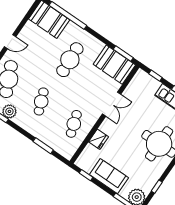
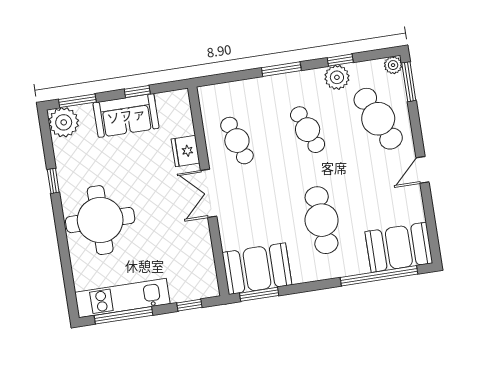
double door: (112, 104) -> (209, 193), moved
window: (43, 146) -> (281, 69), moved
window: (86, 175) -> (137, 91), moved
window: (157, 187) -> (53, 181), moved

